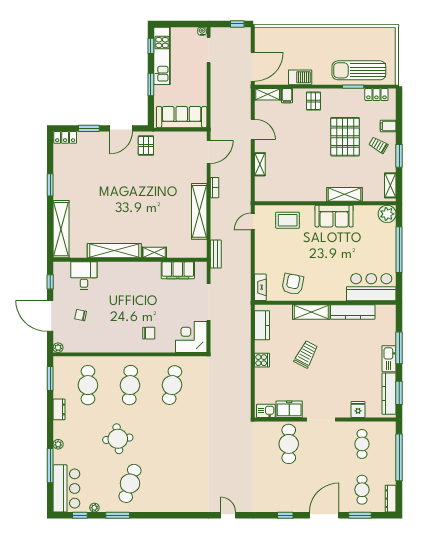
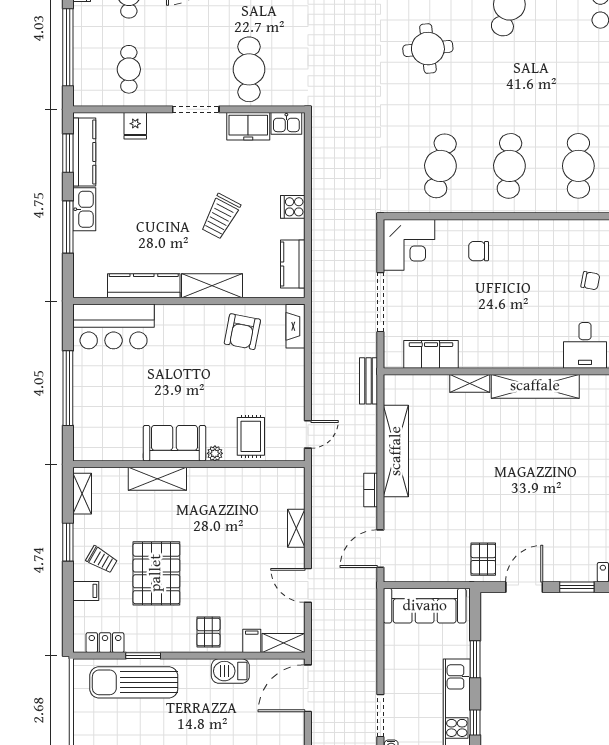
sun lounger: (359, 70) -> (134, 682), turned 180
plant: (387, 214) -> (215, 453), moved, width x0.53, depth x0.53
rug: (288, 220) -> (251, 436), turned 90
round table: (118, 439) -> (428, 49), moved

